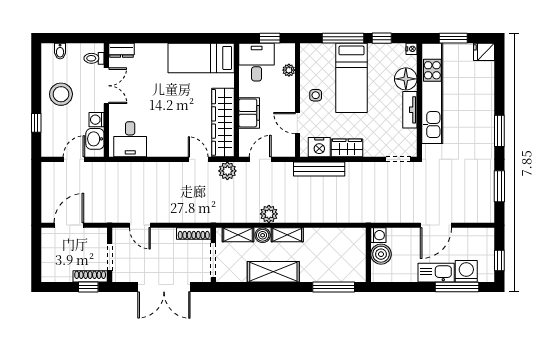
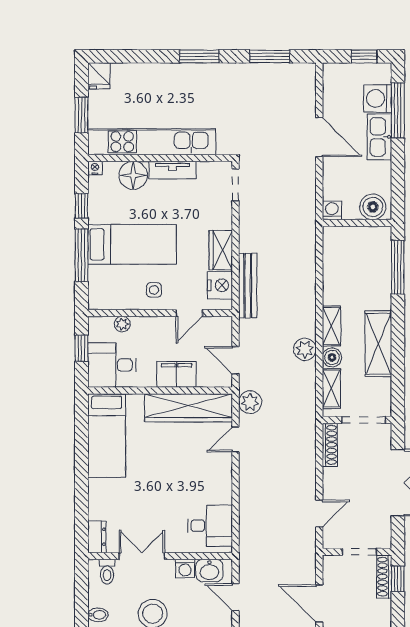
boiler: (381, 254) -> (373, 207), moved

